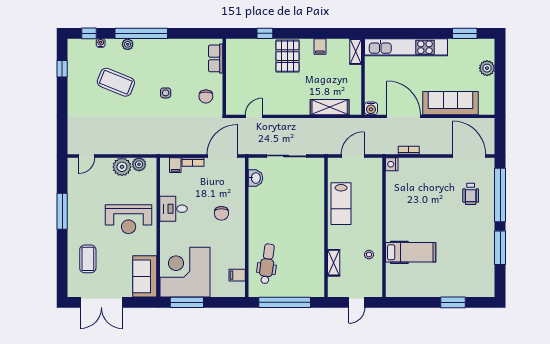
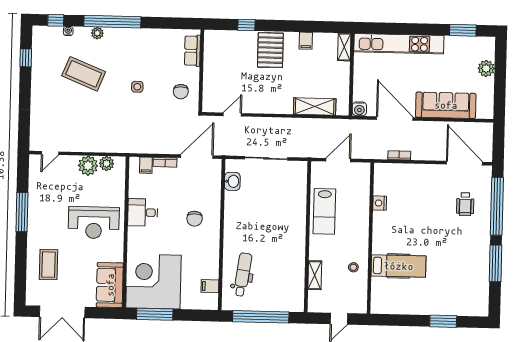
nightstand: (392, 164) -> (380, 203), moved

